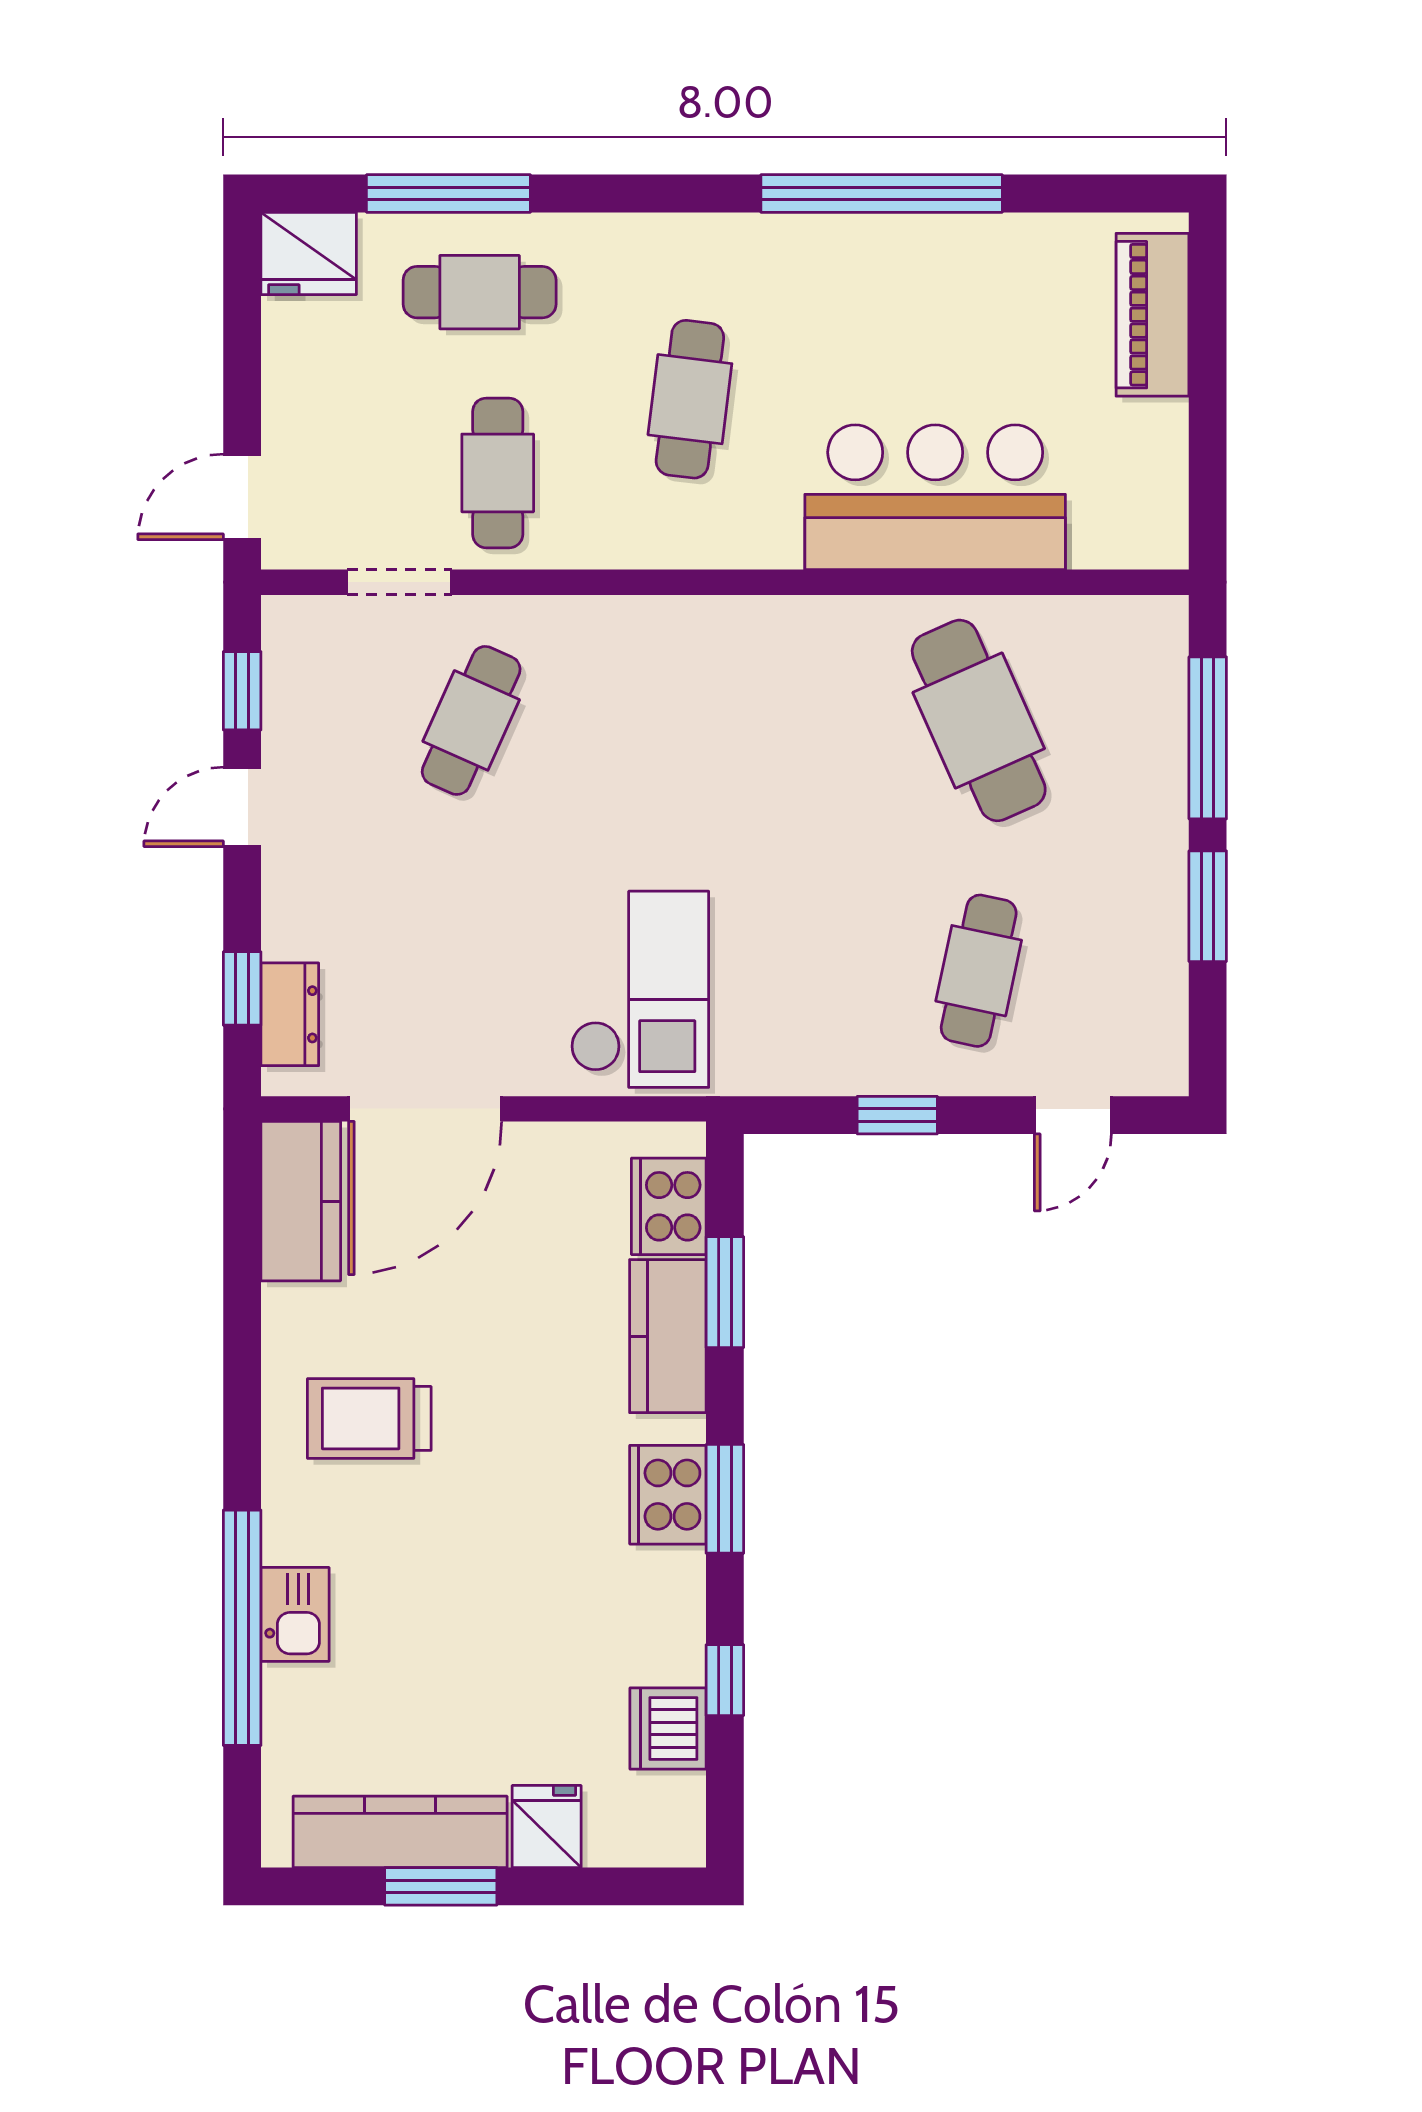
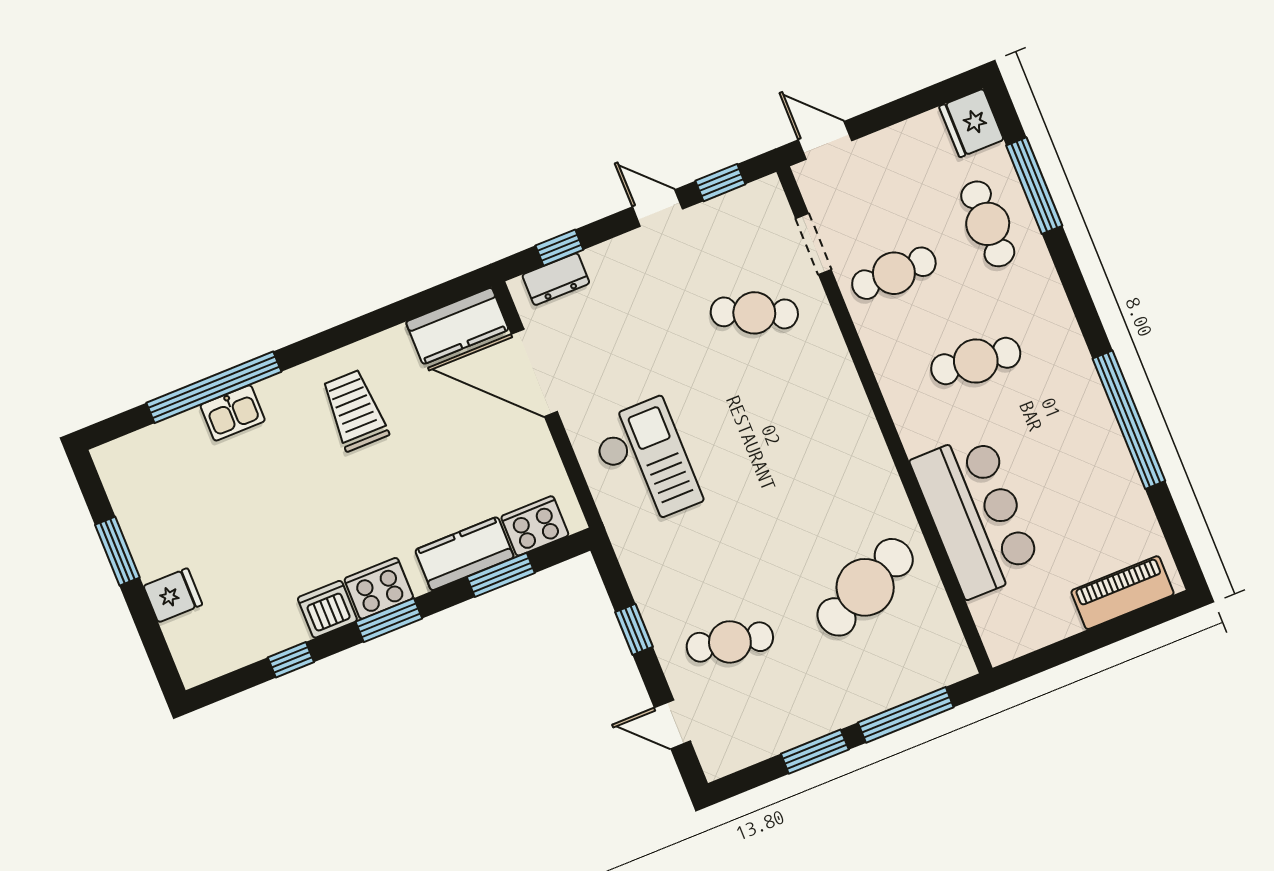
checkout: (640, 989) -> (646, 463), turned -90
dishwasher: (668, 1728) -> (327, 609), moved
kitchen counter: (400, 1832) -> (138, 517), removed

